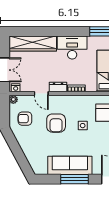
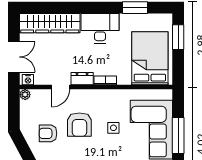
door: (41, 94) -> (61, 87), hinge flipped
armchair: (25, 119) -> (48, 133), moved

